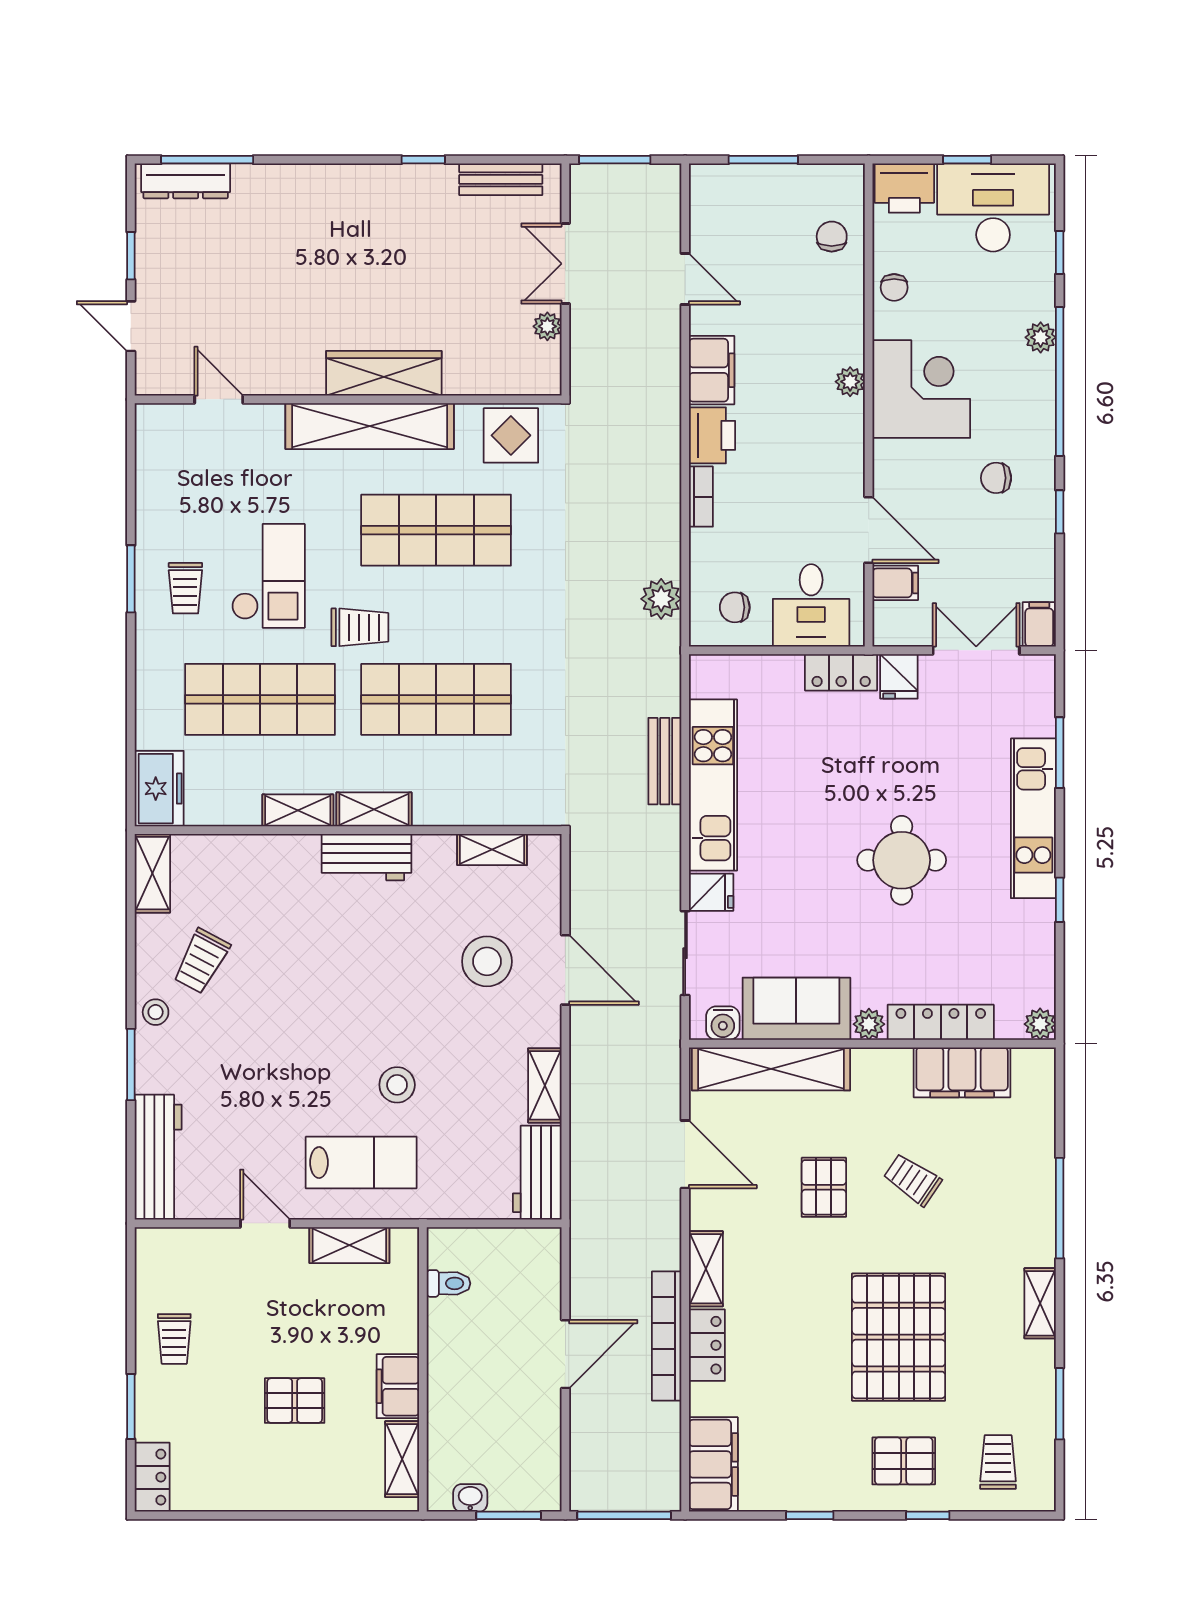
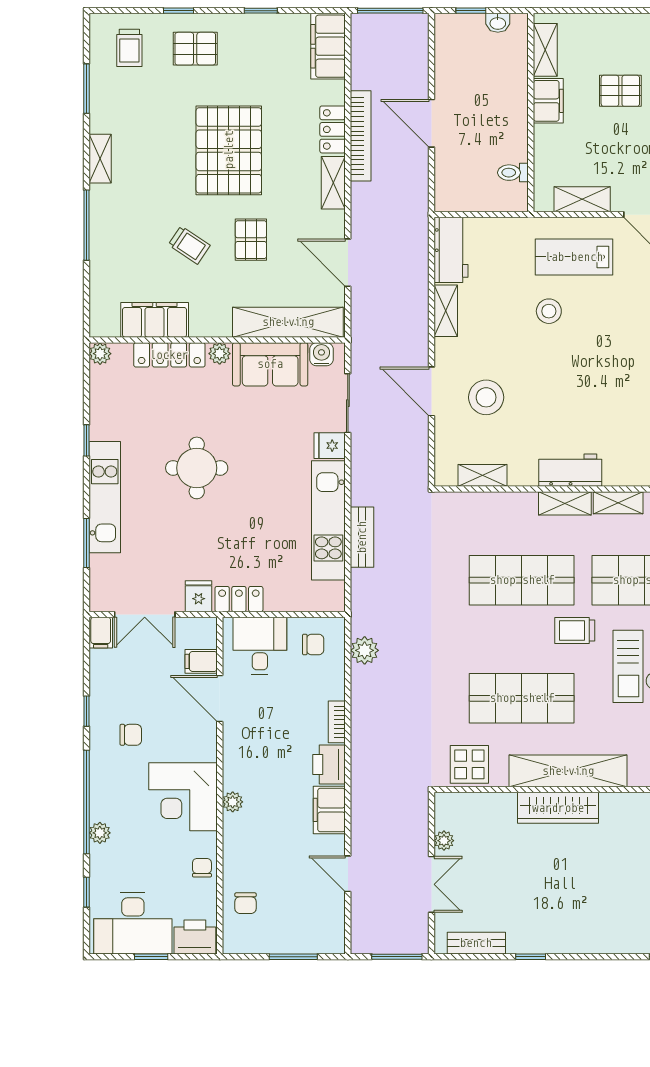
pallet: (899, 1337) -> (229, 150), moved
door: (565, 1354) -> (431, 123), hinge flipped
window: (509, 1515) -> (471, 11), width x0.67

